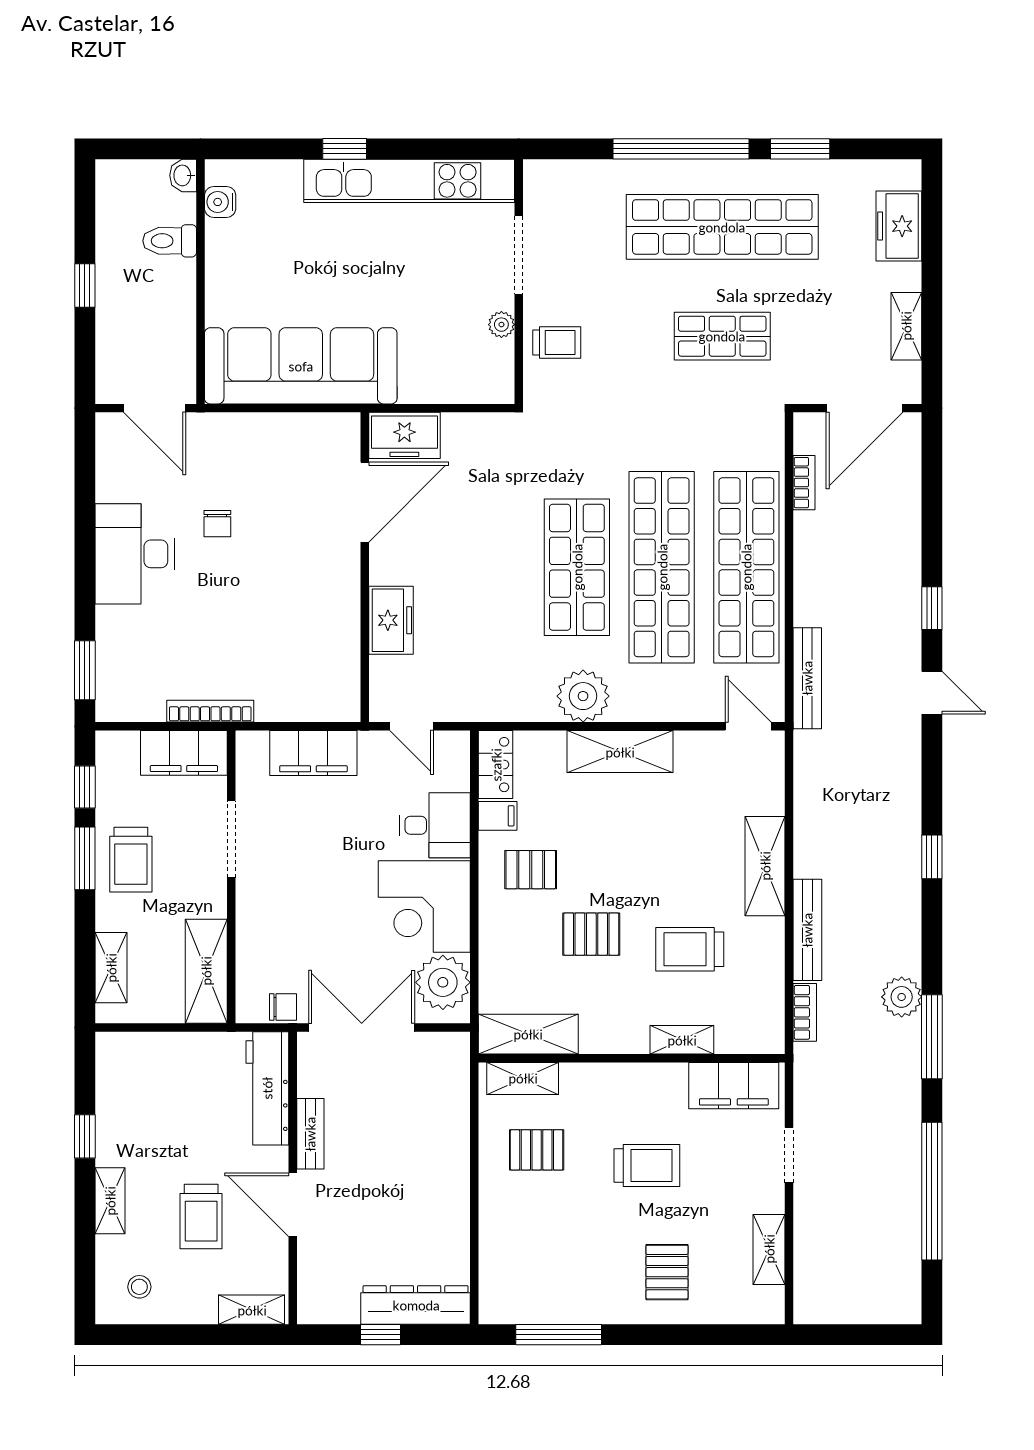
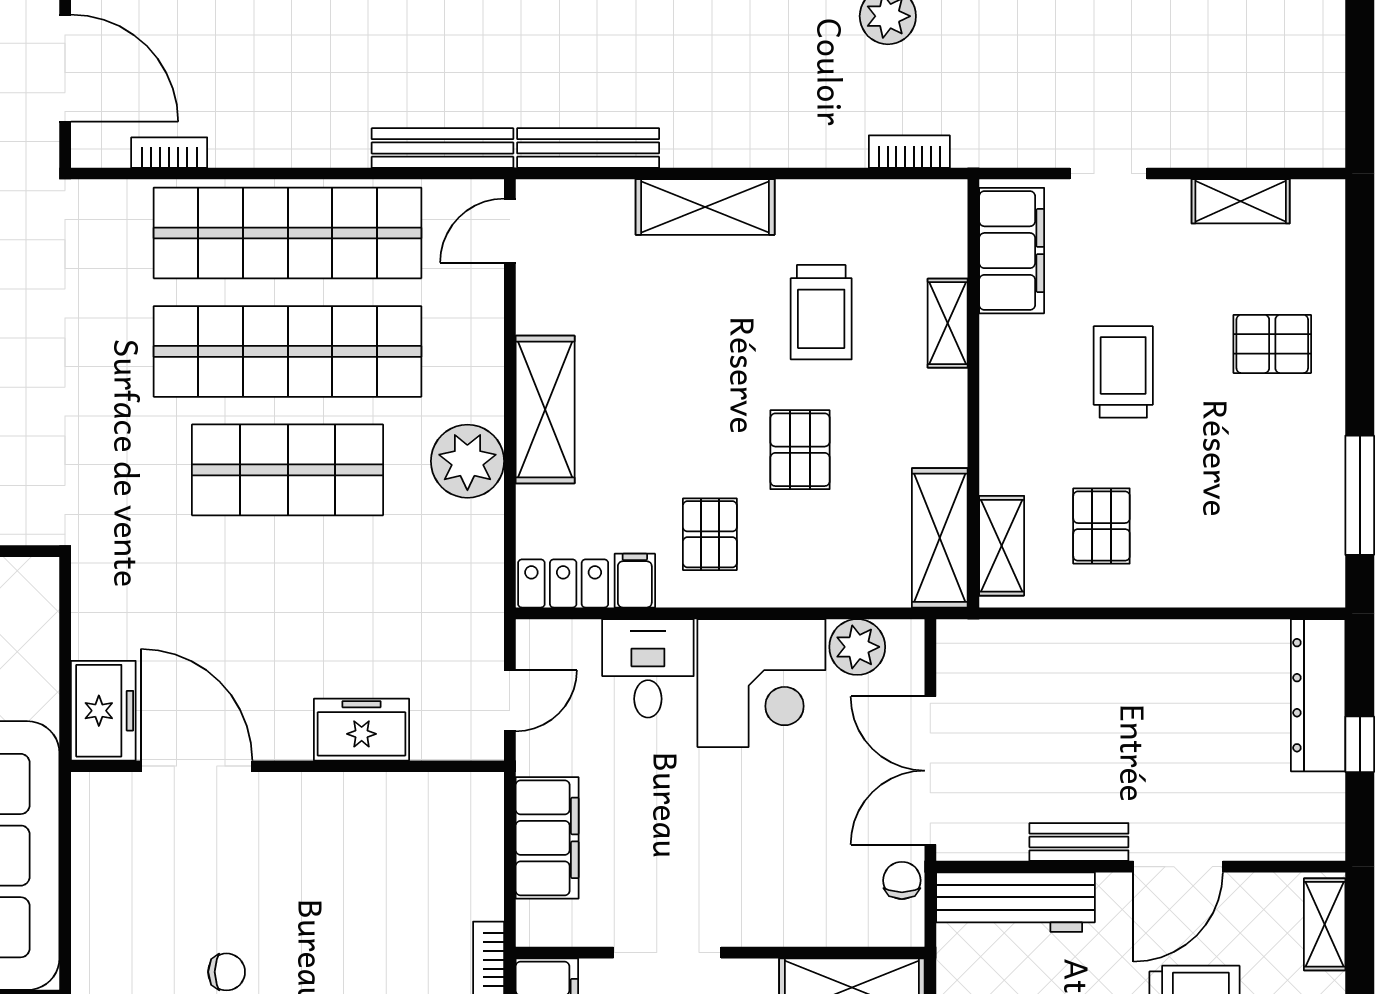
bench: (807, 930) -> (588, 148), moved
plant: (443, 982) -> (857, 647), width x0.73, depth x0.73

